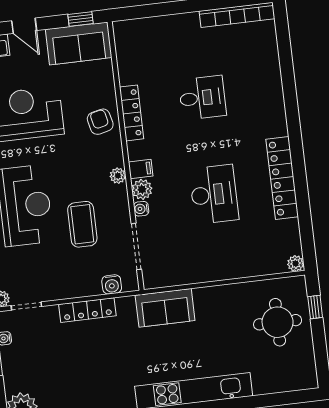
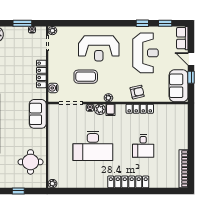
window: (80, 19) -> (191, 77), moved
door: (24, 26) -> (191, 59), hinge flipped
locker: (282, 178) -> (128, 182), moved
desk: (214, 194) -> (93, 146), width x1.36, depth x1.30
window: (315, 307) -> (18, 191), moved
round table: (278, 322) -> (31, 162), moved

